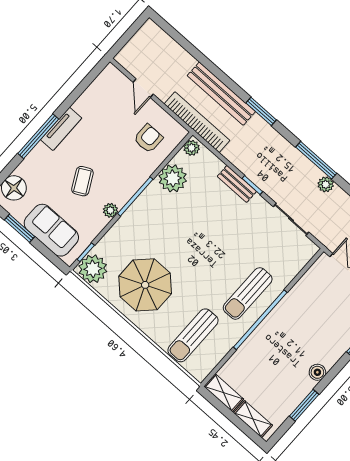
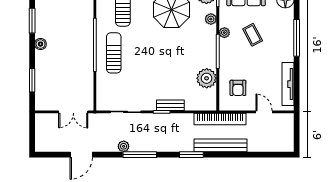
tv unit: (61, 129) -> (288, 84), moved, width x1.41
plant: (192, 148) -> (211, 19), moved

